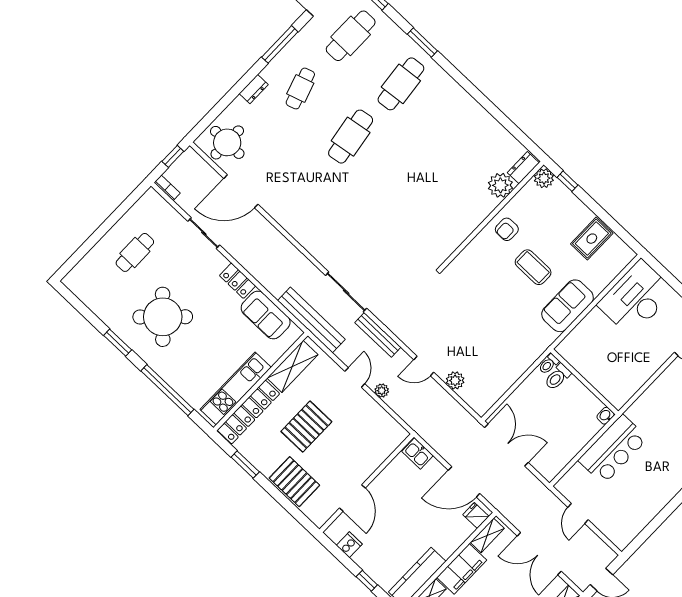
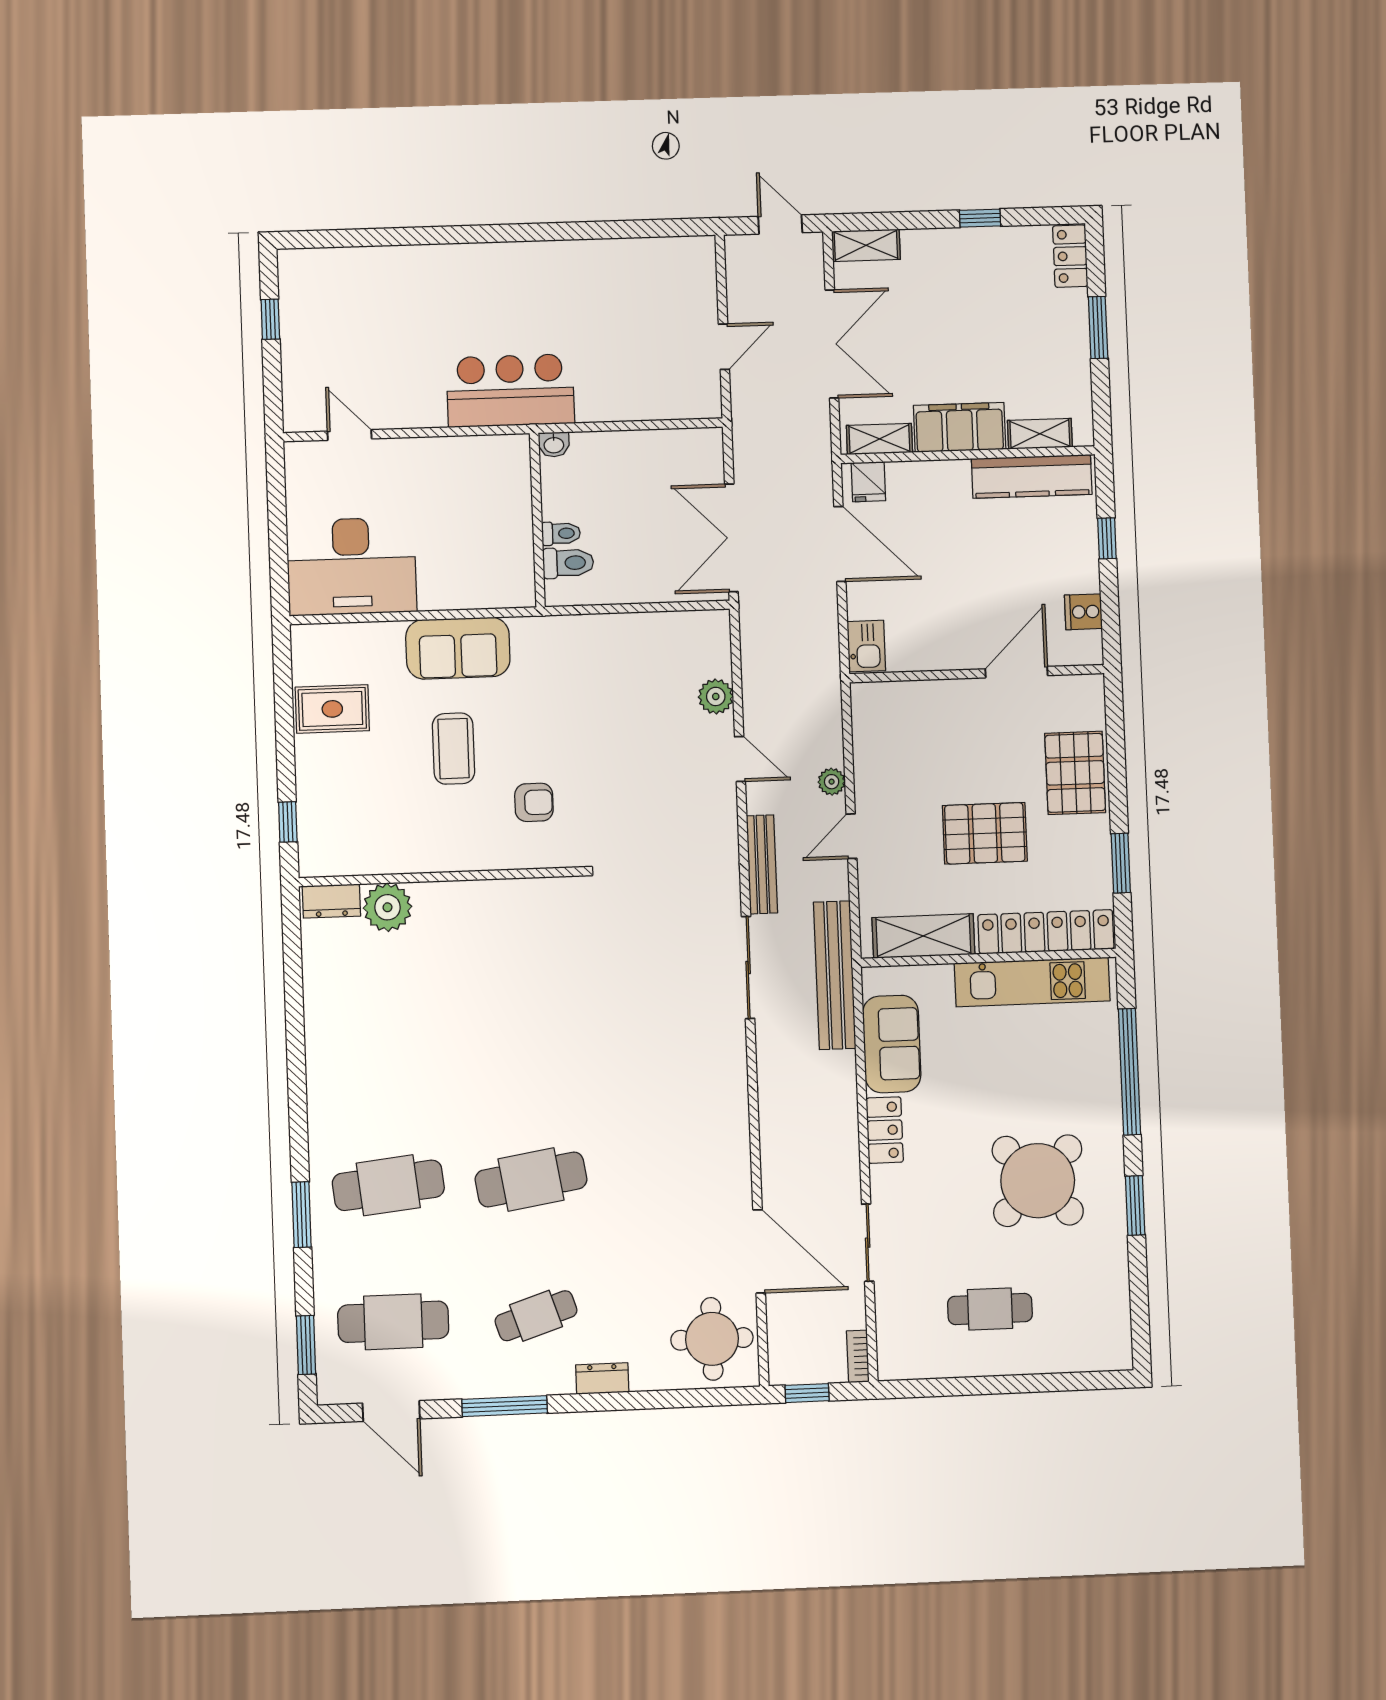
plant: (544, 178) -> (317, 858), removed
armchair: (507, 229) -> (534, 802), moved
toilet: (549, 364) -> (561, 533), moved
bar counter: (613, 449) -> (510, 391), moved

